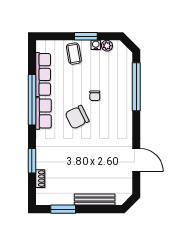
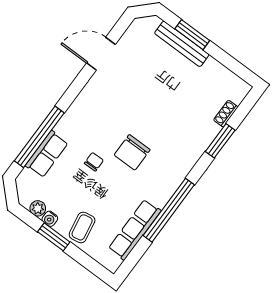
row of seats: (44, 113) -> (47, 154), moved, turned 180
chair: (77, 117) -> (132, 152), turned 116
door: (136, 160) -> (101, 54), hinge flipped
window: (63, 209) -> (192, 35), moved

